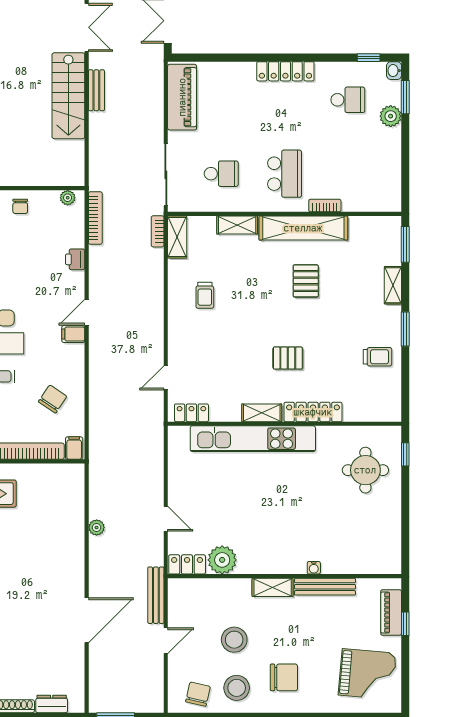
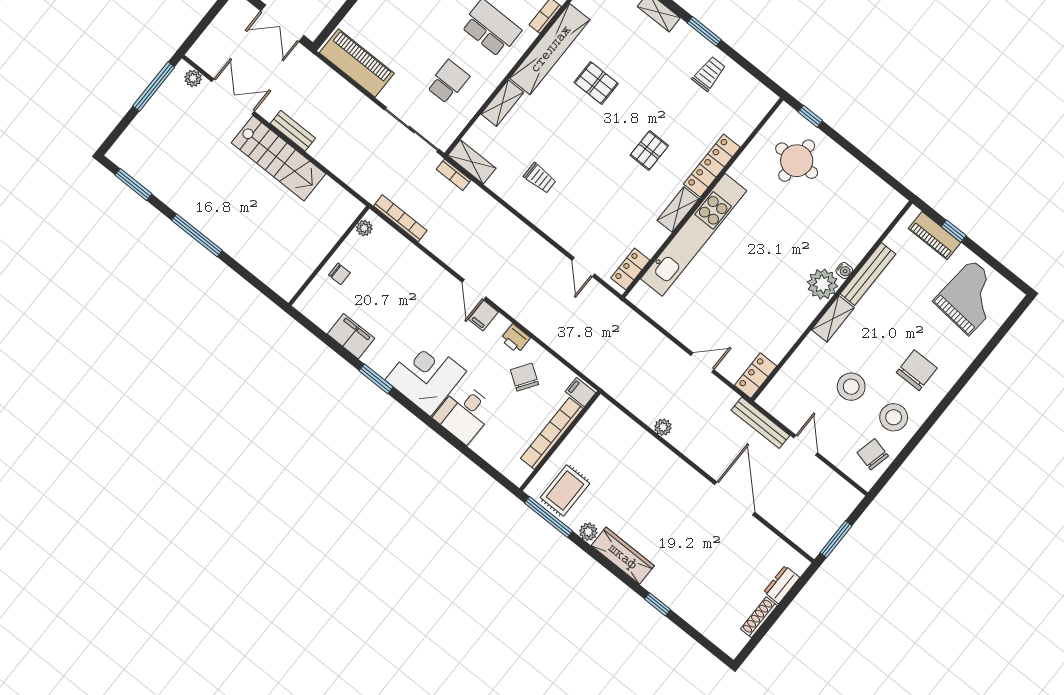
printer: (75, 259) -> (515, 339), moved
plant: (222, 560) -> (823, 284), moved

